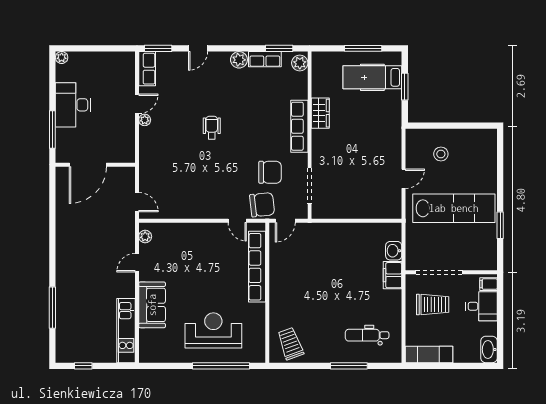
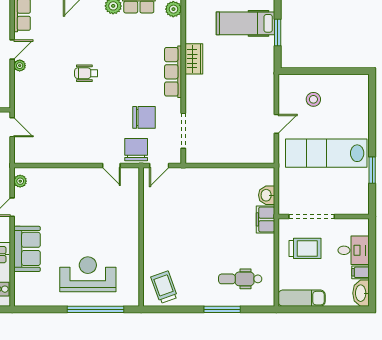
wheelchair: (212, 128) -> (86, 73), turned -90
door: (137, 202) -> (12, 127), moved
chair: (262, 205) -> (136, 150), turned -84
lab bench: (454, 208) -> (326, 153), turned 180
row of seats: (257, 267) -> (131, 211), removed
filing cabinet: (488, 284) -> (361, 272), moved

